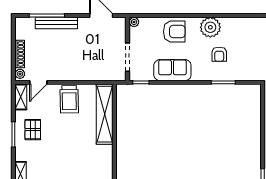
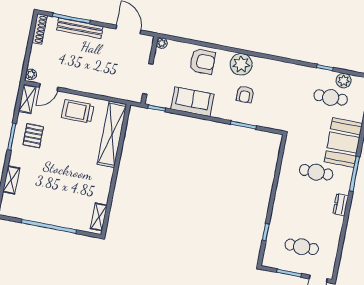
shoe rack: (20, 54) -> (40, 29), moved
trolley: (69, 99) -> (78, 111), turned 91

